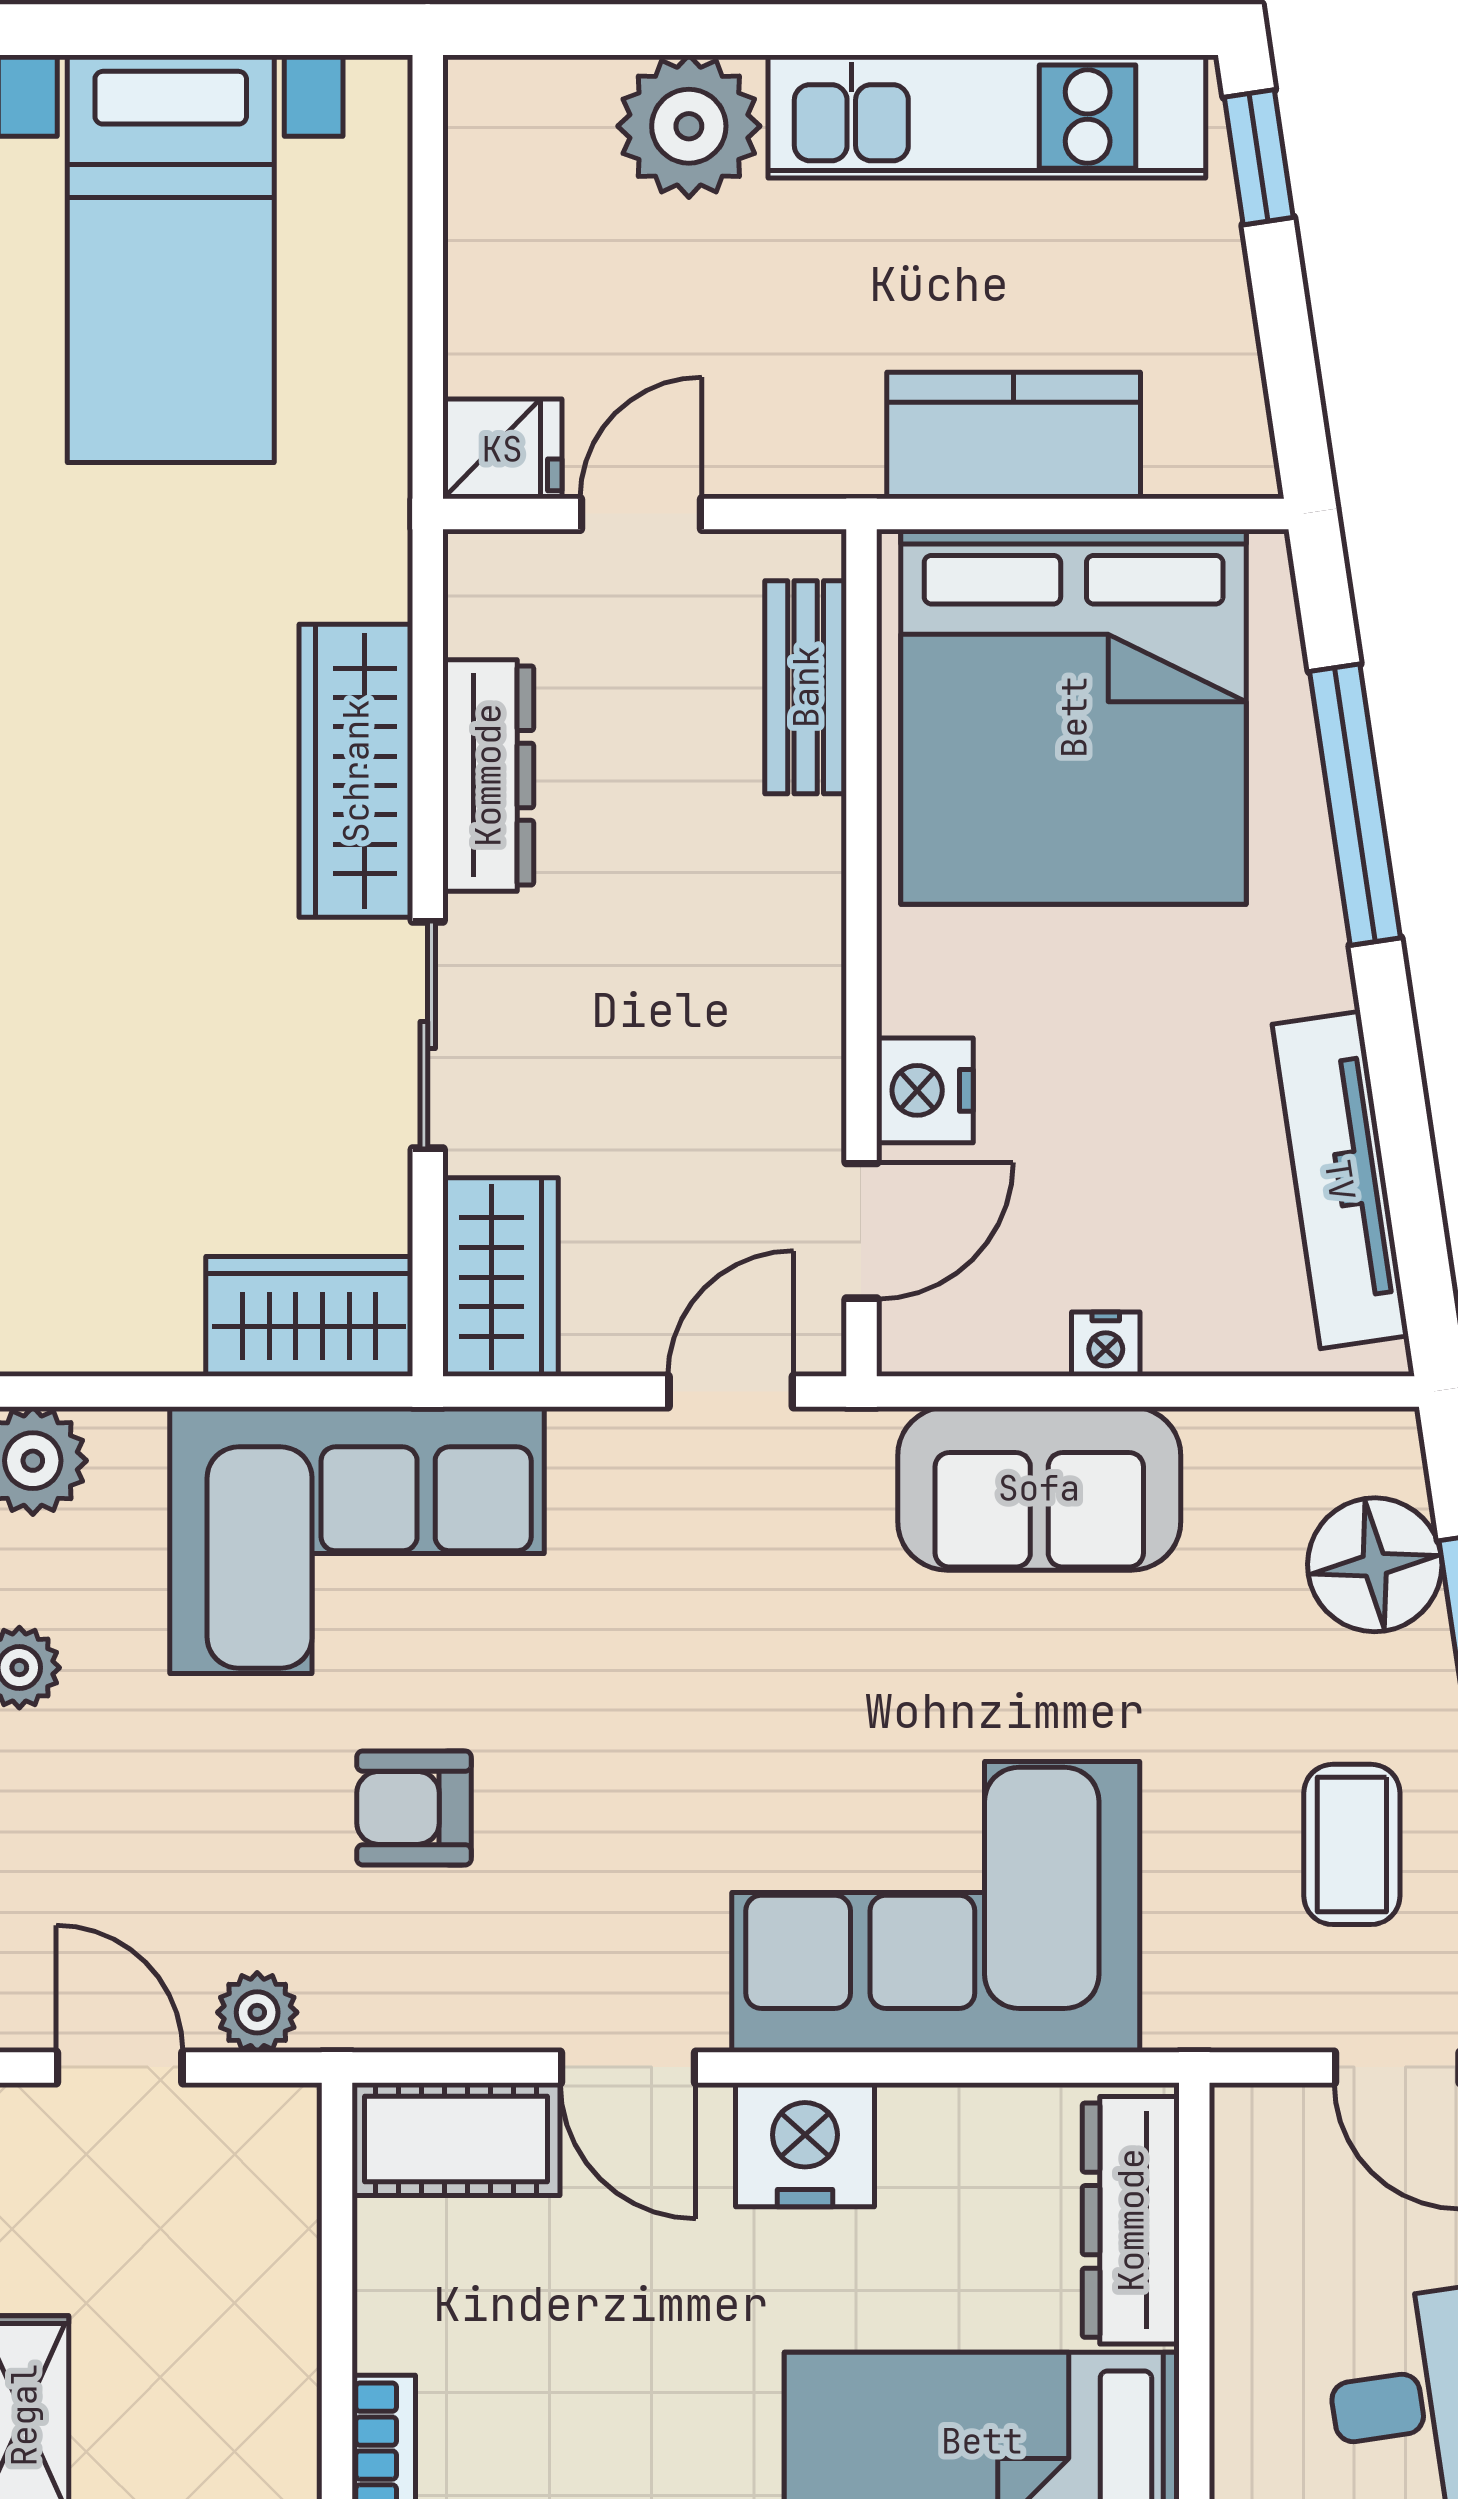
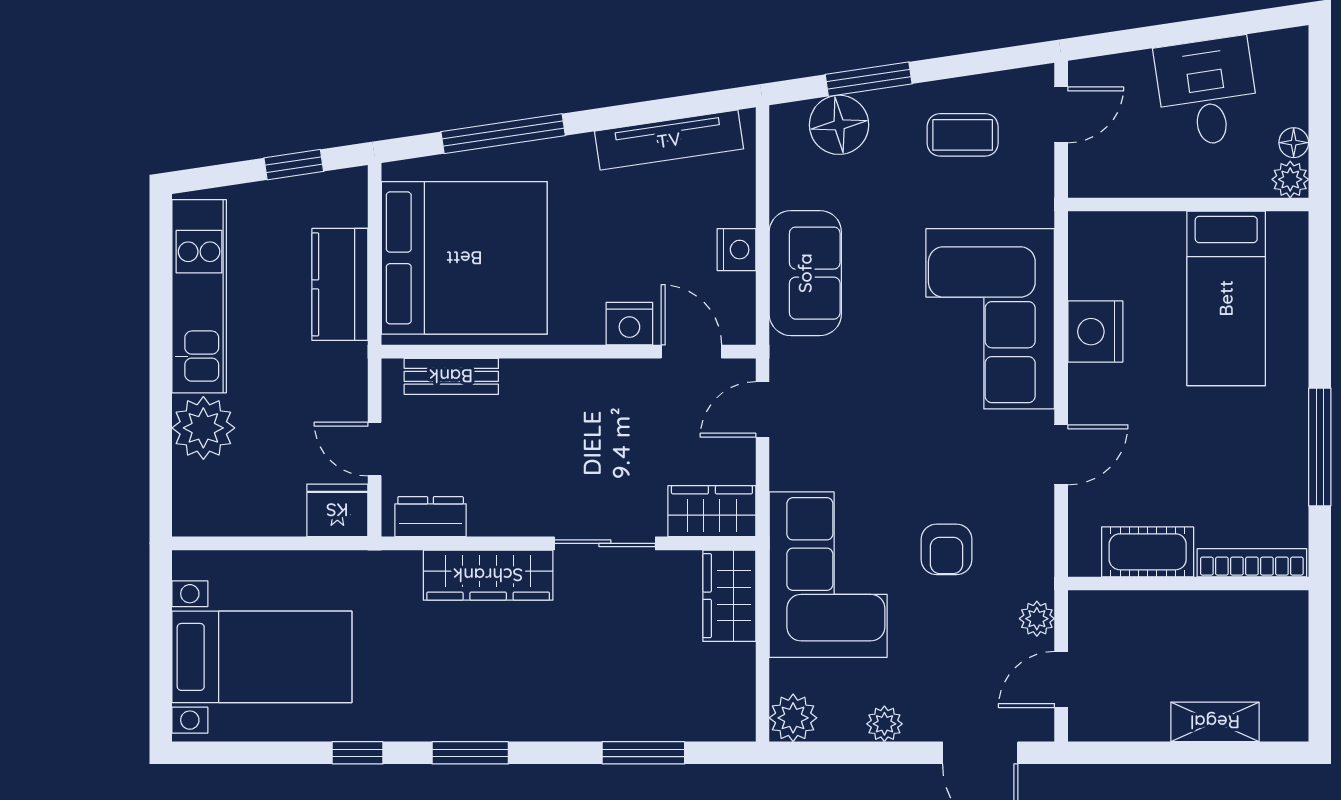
window: (1259, 157) -> (294, 165), moved
fridge: (502, 449) -> (337, 510), width x1.38
dresser: (488, 775) -> (431, 517), moved, width x0.70
nightstand: (1106, 1344) -> (737, 250), width x1.39, depth x1.35
door: (731, 1392) -> (762, 409), hinge flipped
cot: (456, 2139) -> (1148, 552), moved, turned 90
nightstand: (805, 2145) -> (1095, 332), moved
dresser: (1131, 2220) -> (1129, 233), removed

